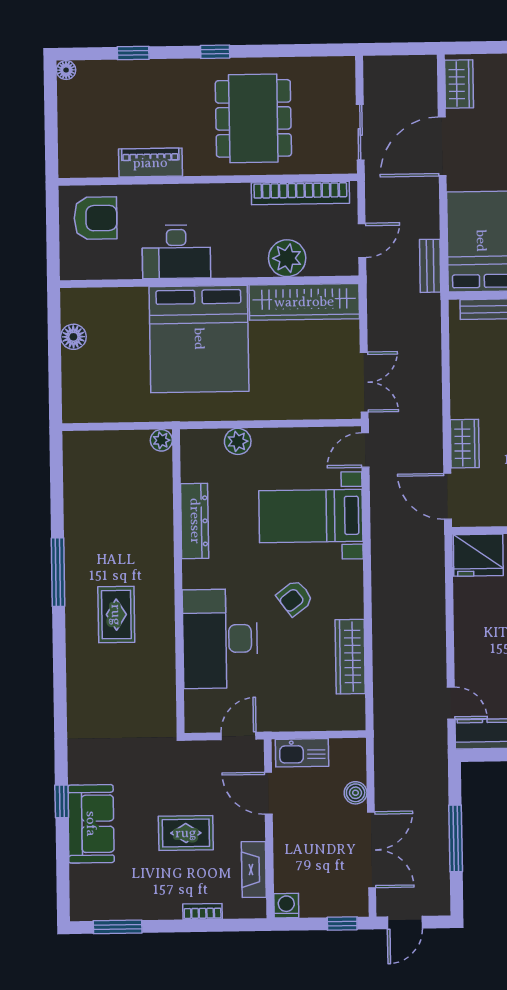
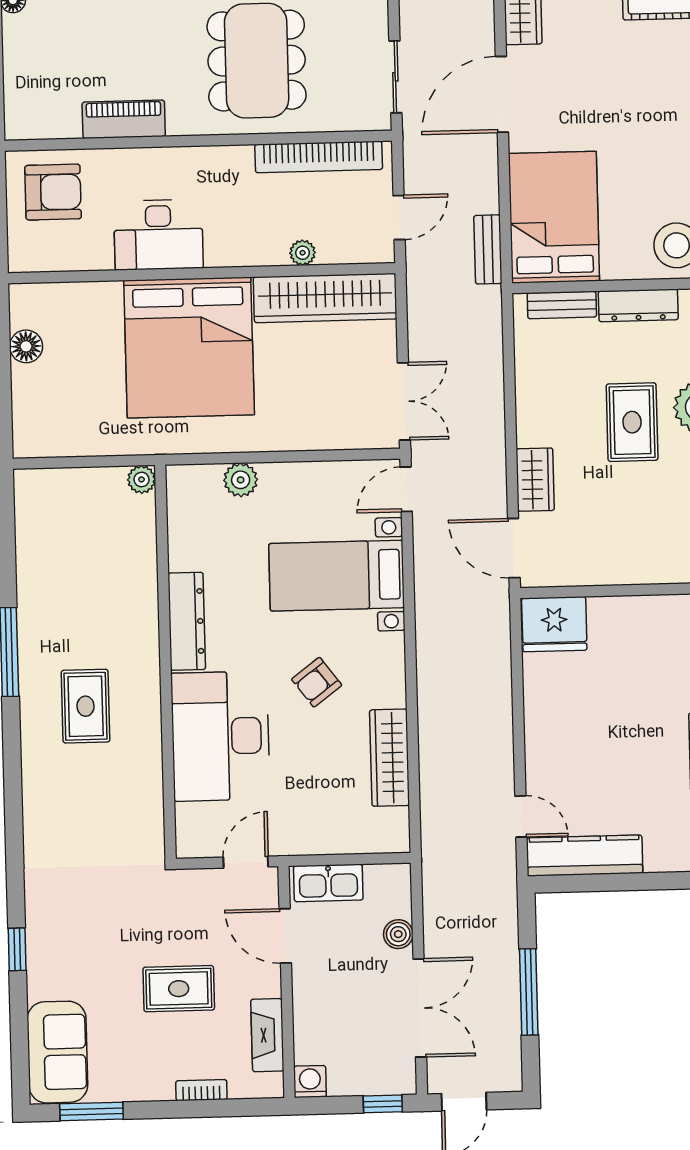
plant: (287, 258) -> (303, 253), width x0.53, depth x0.53
dresser: (195, 521) -> (187, 621), moved
sofa: (91, 824) -> (57, 1052), moved

